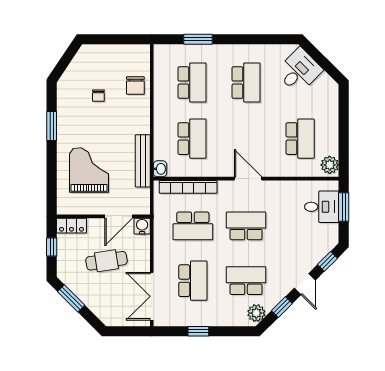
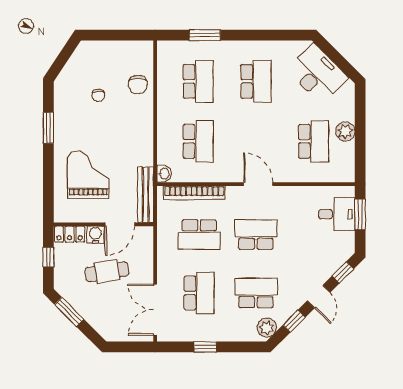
desk: (299, 71) -> (317, 74), width x1.37
bench: (143, 161) -> (146, 195), moved
plant: (330, 165) -> (345, 131), moved
water cooler: (142, 226) -> (95, 235), moved

